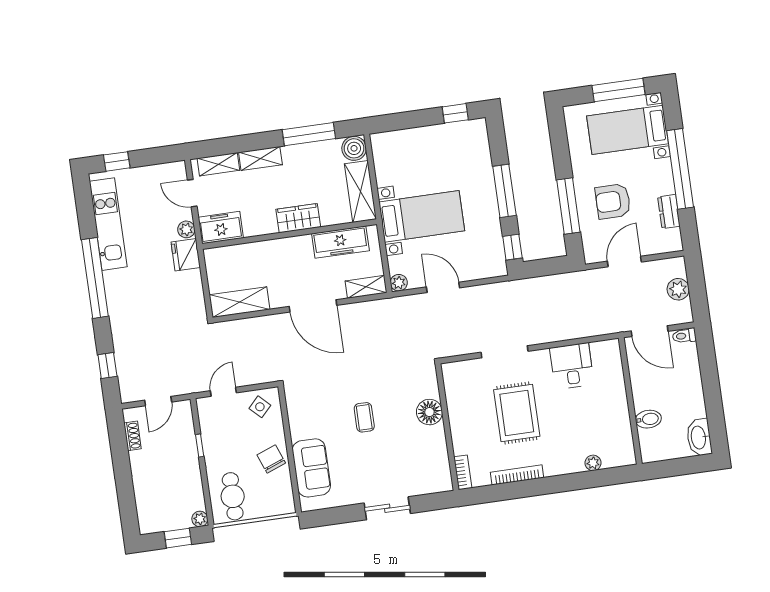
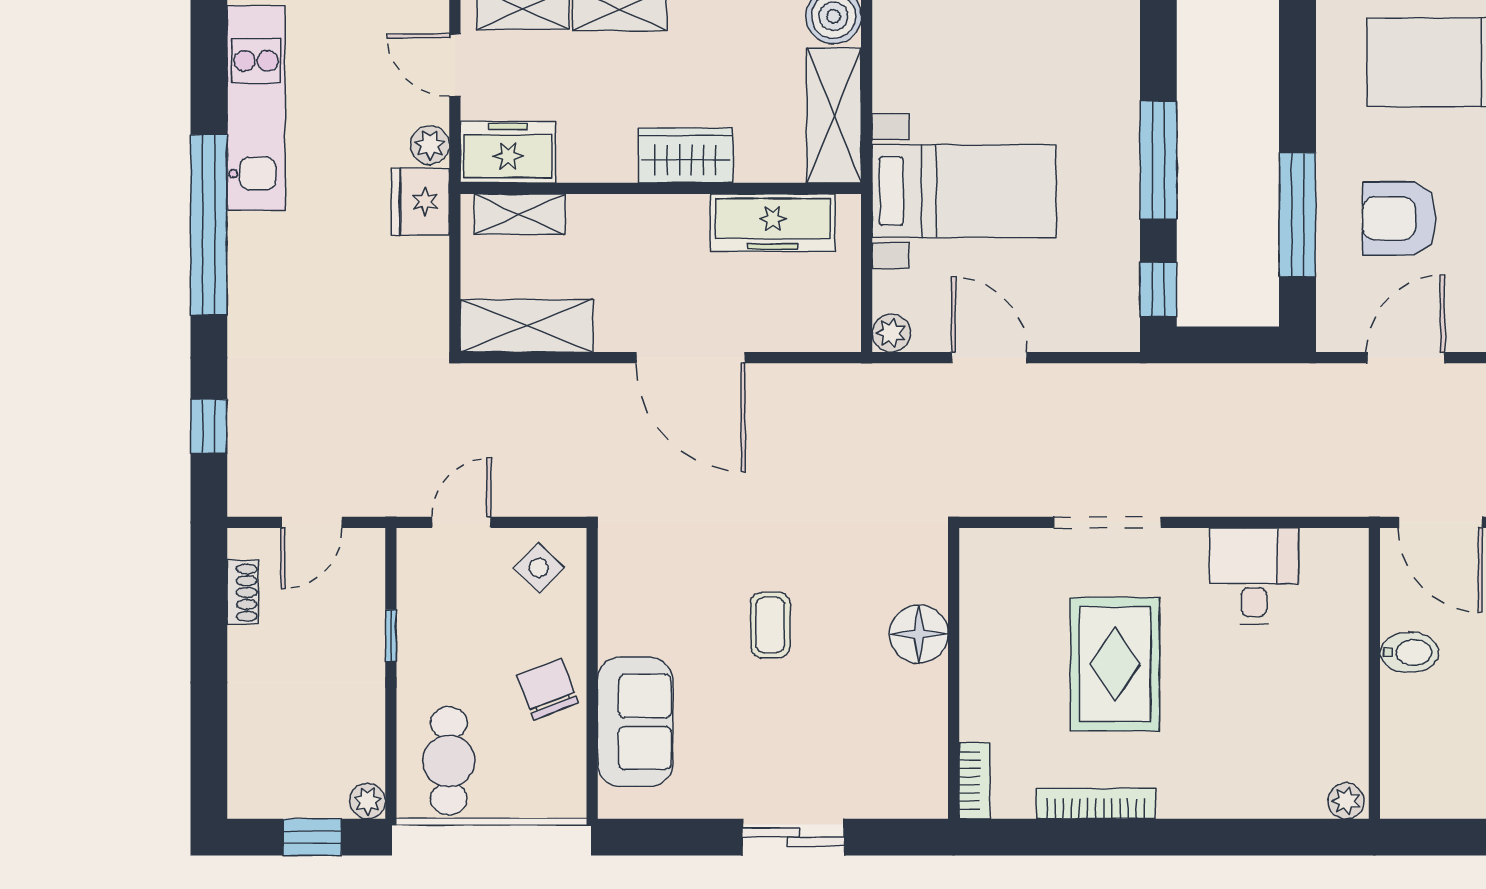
shelving: (366, 287) -> (520, 214), moved
bidet: (648, 419) -> (1409, 652), moved
plant: (593, 463) -> (1346, 801), moved

